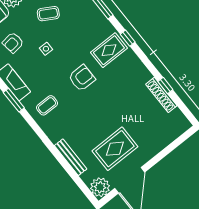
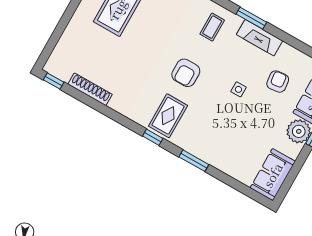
coffee table: (48, 14) -> (251, 129), removed
window: (165, 85) -> (54, 81), moved

